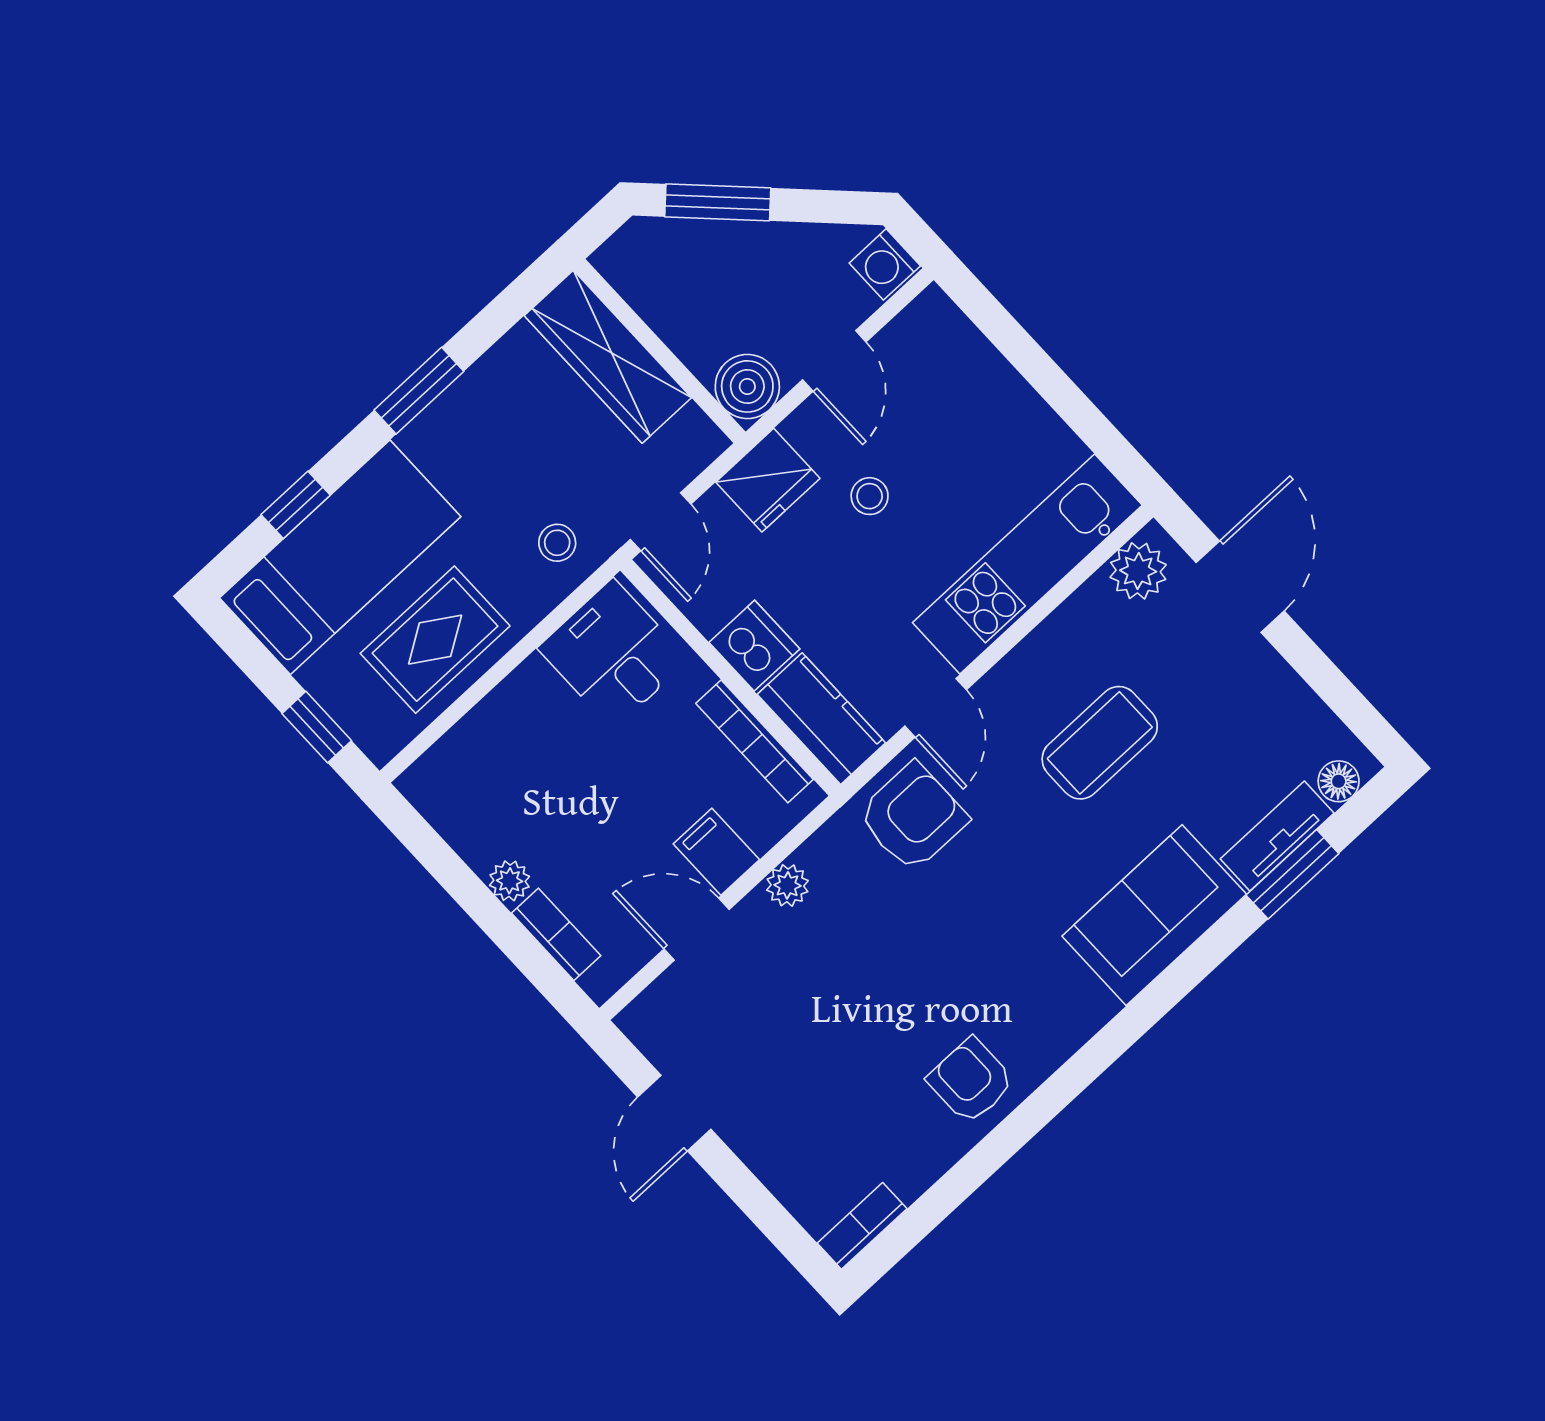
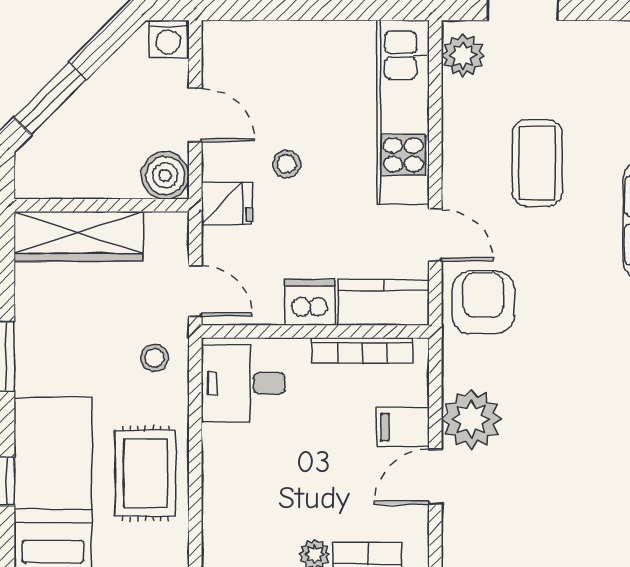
fridge: (768, 480) -> (227, 203), width x0.72
plant: (787, 885) -> (471, 419), width x1.88, depth x1.88

